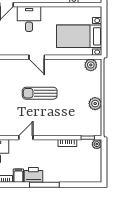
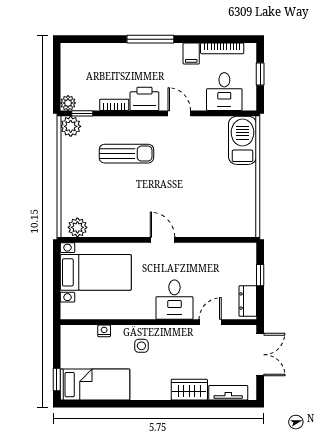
sun lounger: (40, 93) -> (126, 154), moved
plant: (95, 104) -> (71, 126), moved
door: (26, 138) -> (179, 113), swing flipped
printer: (33, 175) -> (144, 99), moved, turned 180

